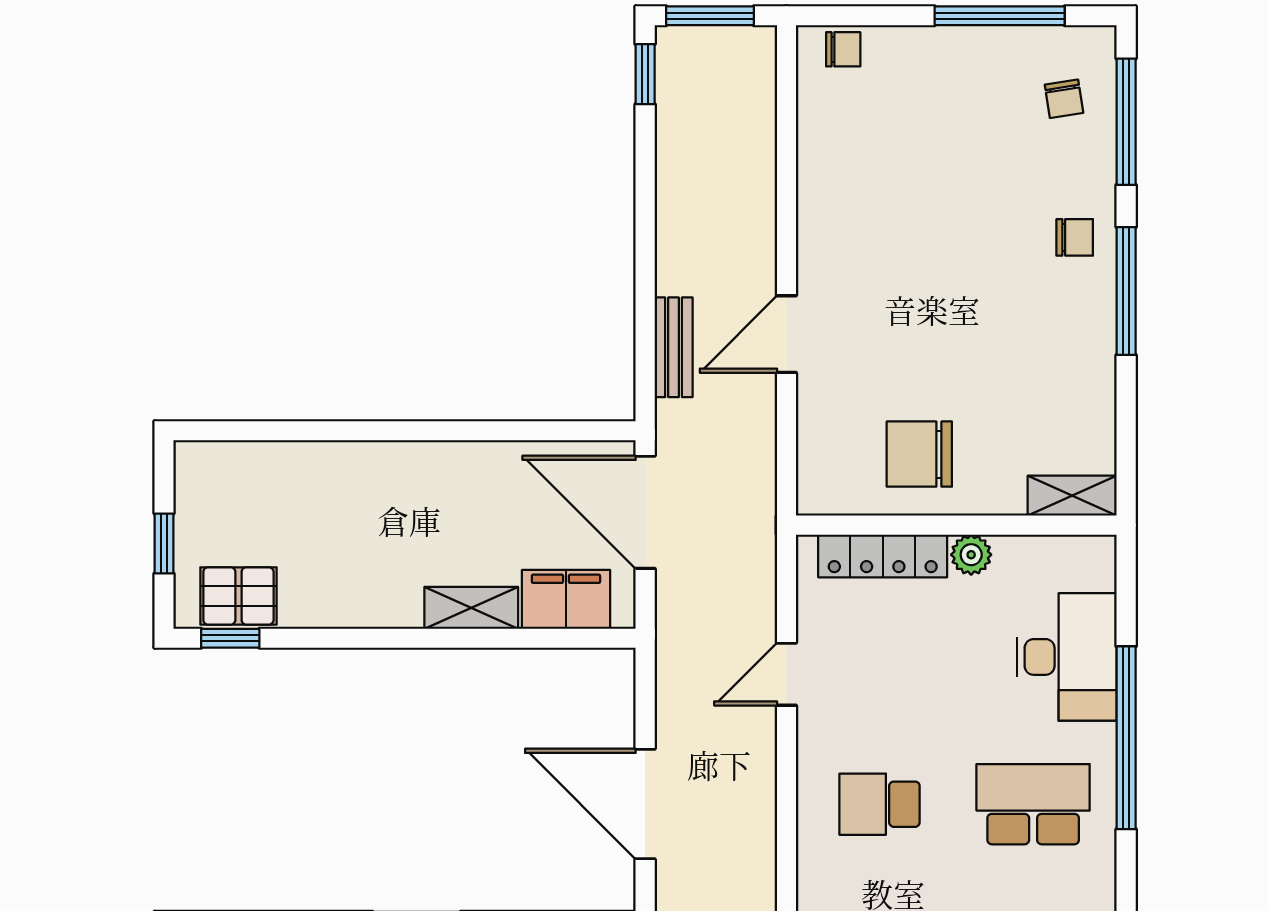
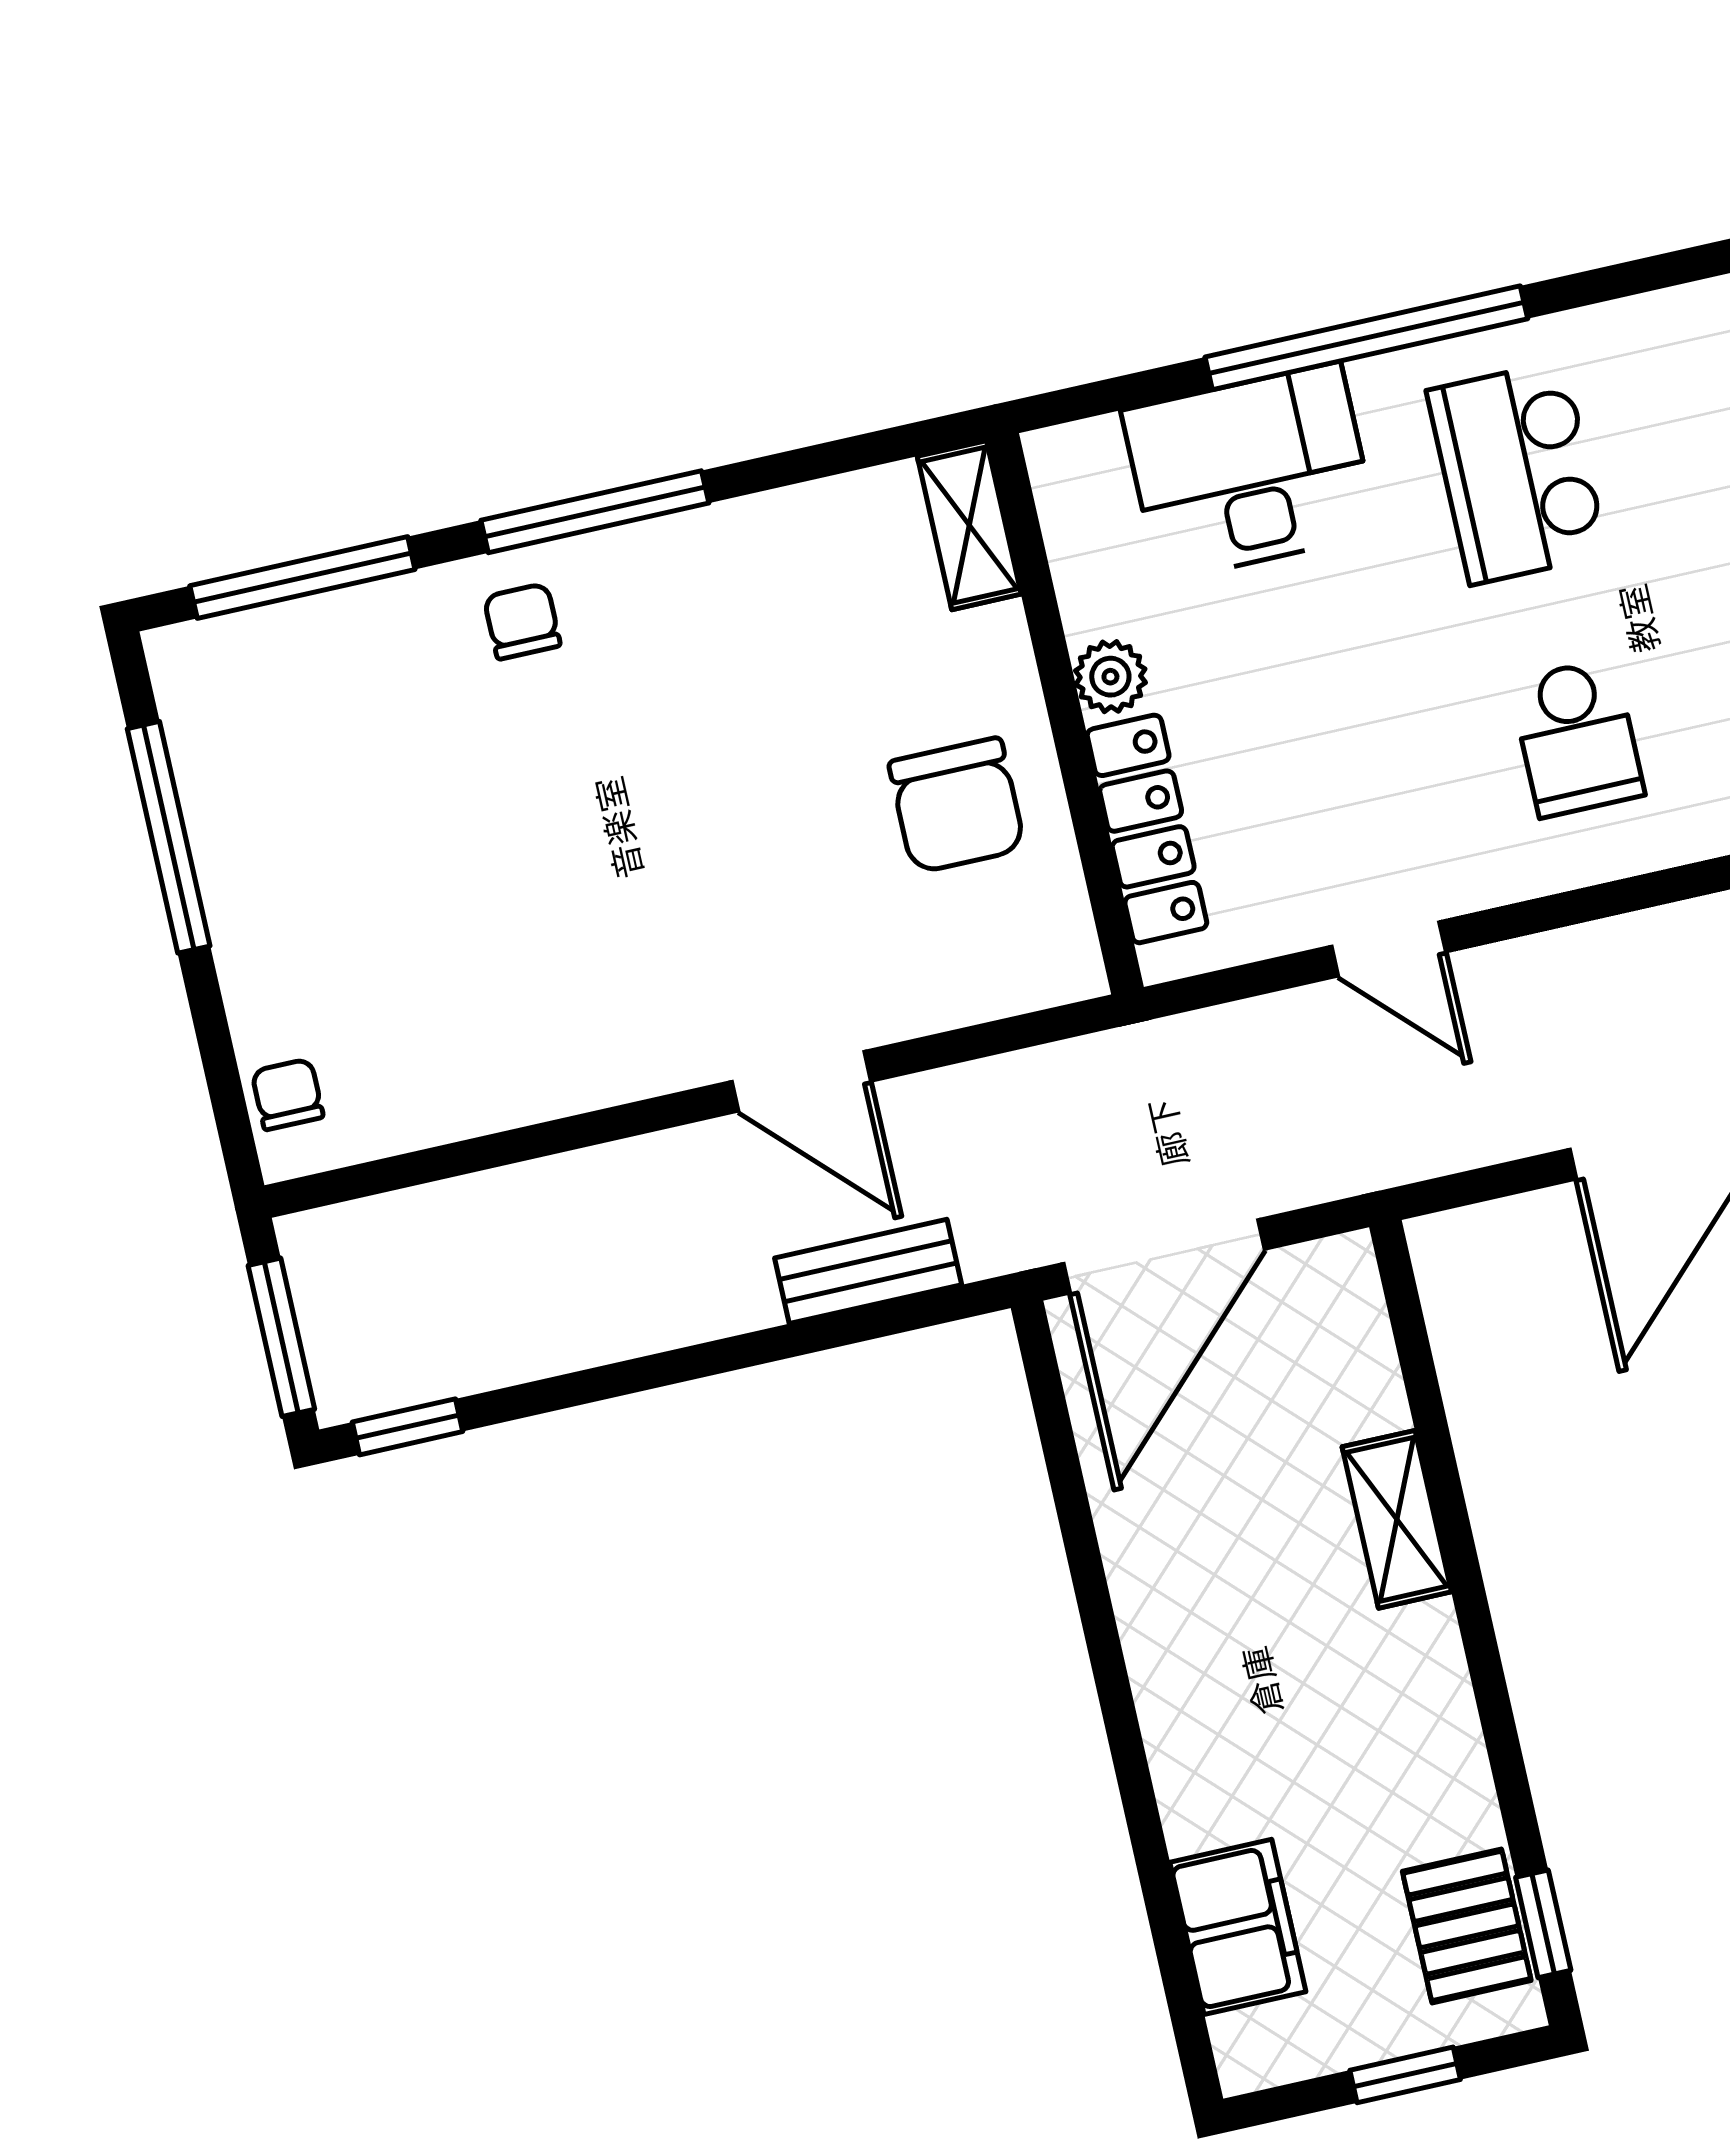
chair: (1064, 99) -> (287, 694), removed
filing cabinet: (566, 599) -> (1238, 1927), moved, turned 180

